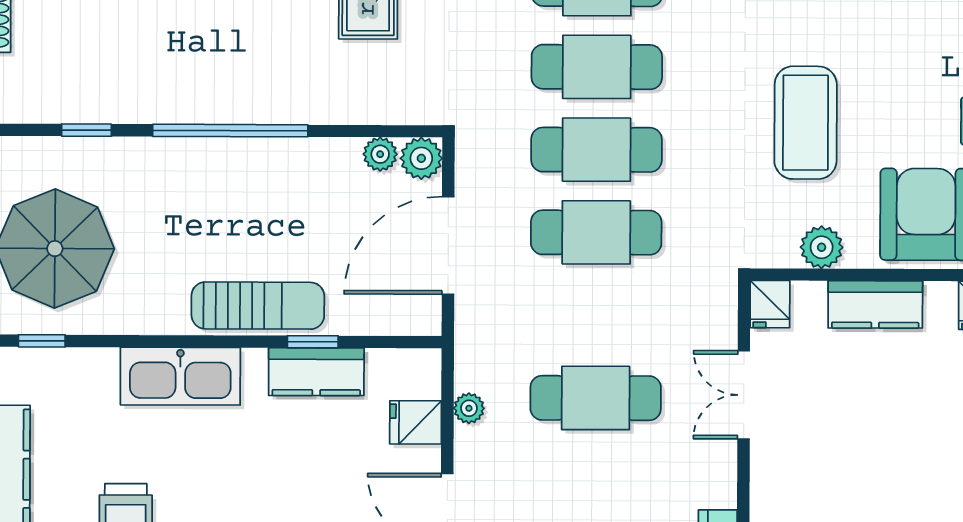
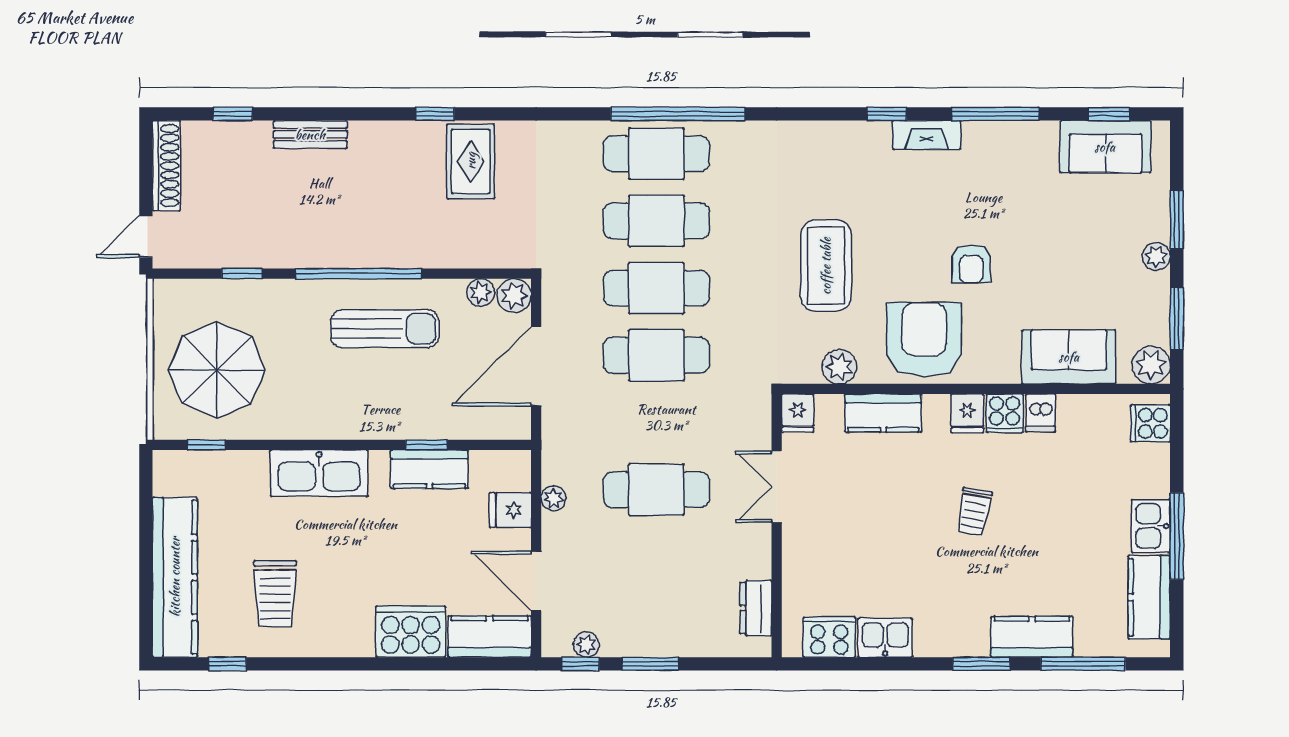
sun lounger: (258, 306) -> (385, 329), moved

